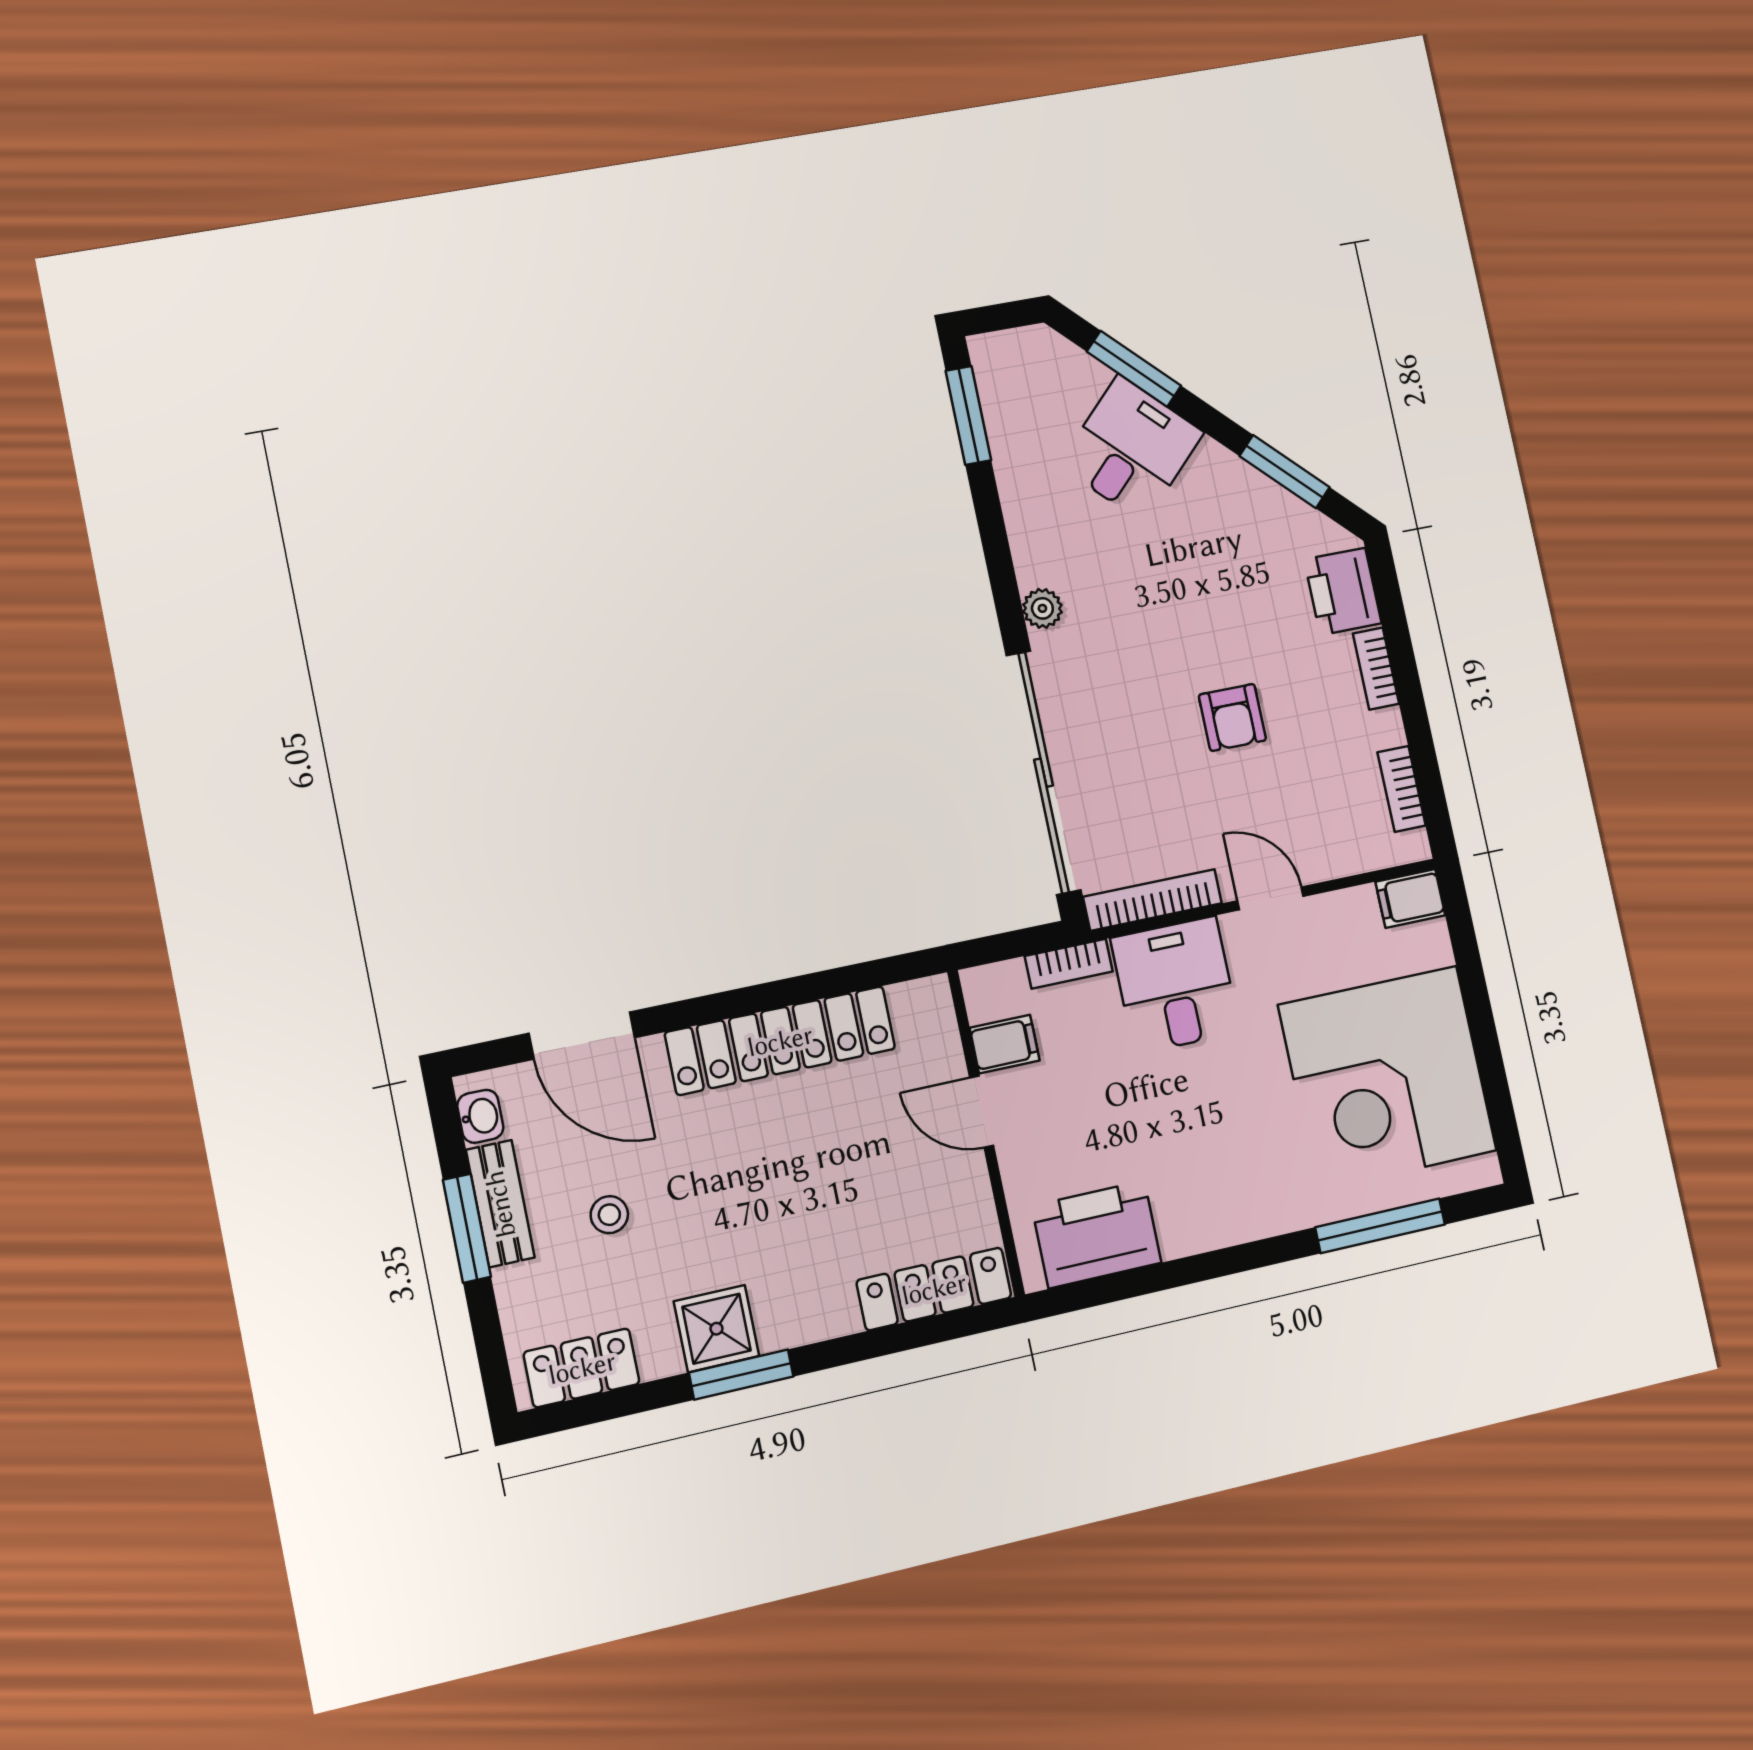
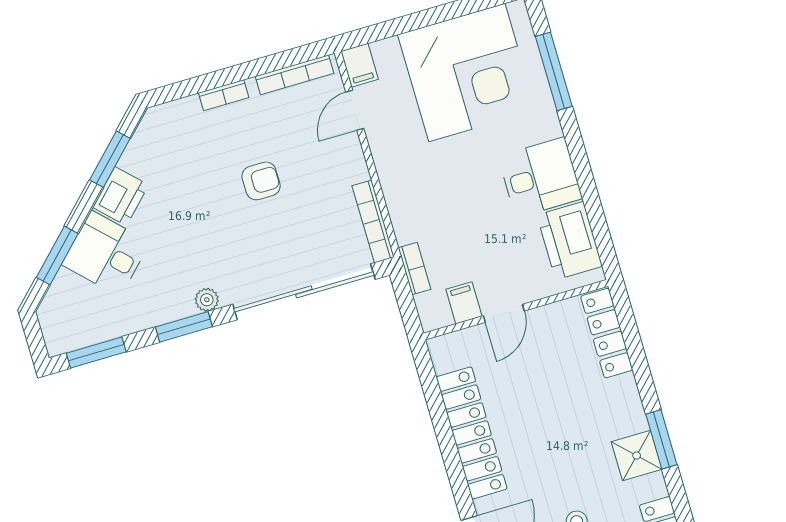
window: (1000, 566) -> (184, 327), added
printer: (1343, 591) -> (121, 196), moved, turned -45
bookcase: (1402, 789) -> (295, 75), width x1.56
door: (1270, 898) -> (355, 110), moved
desk: (1175, 985) -> (540, 177), moved, turned 180

